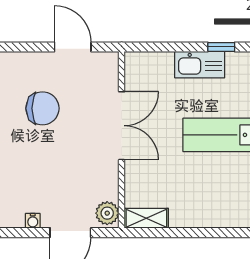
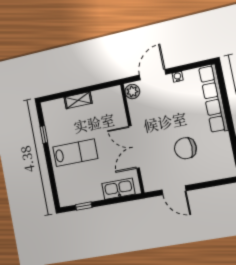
kitchen sink: (200, 65) -> (118, 189), moved
shelving: (146, 218) -> (78, 100), moved

